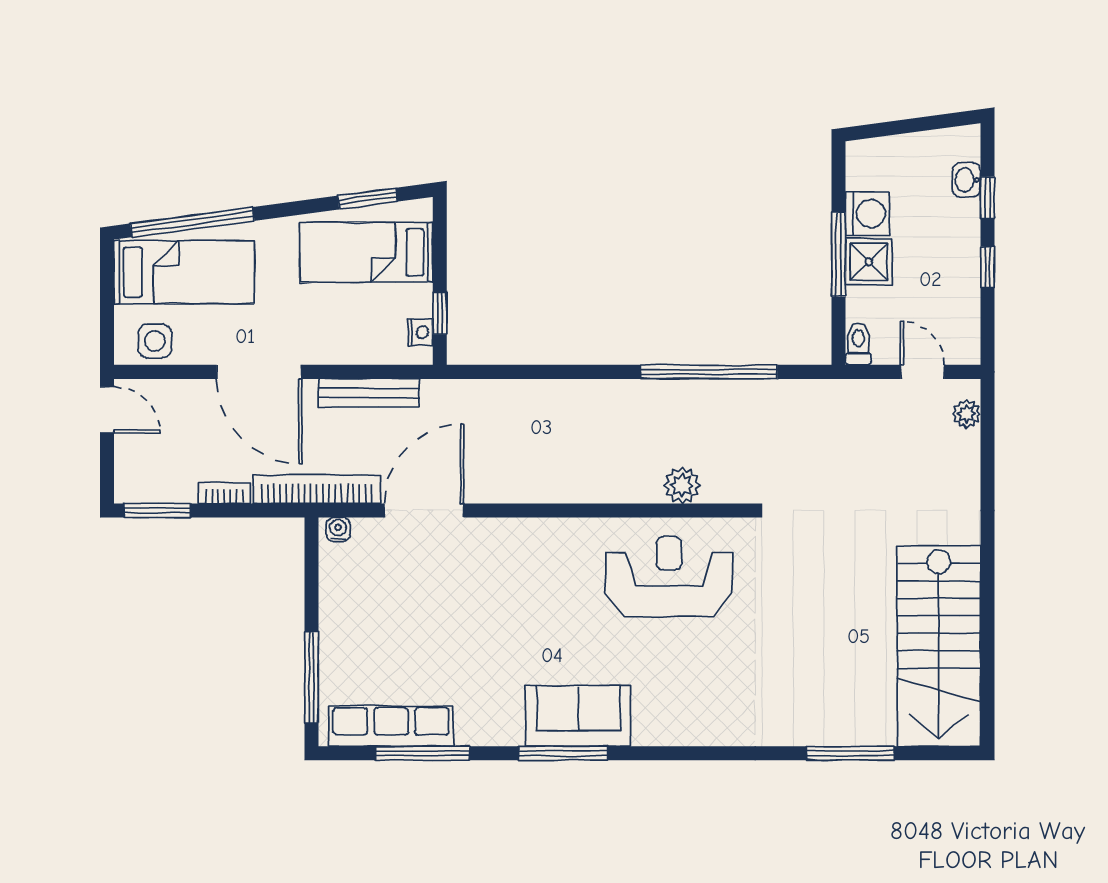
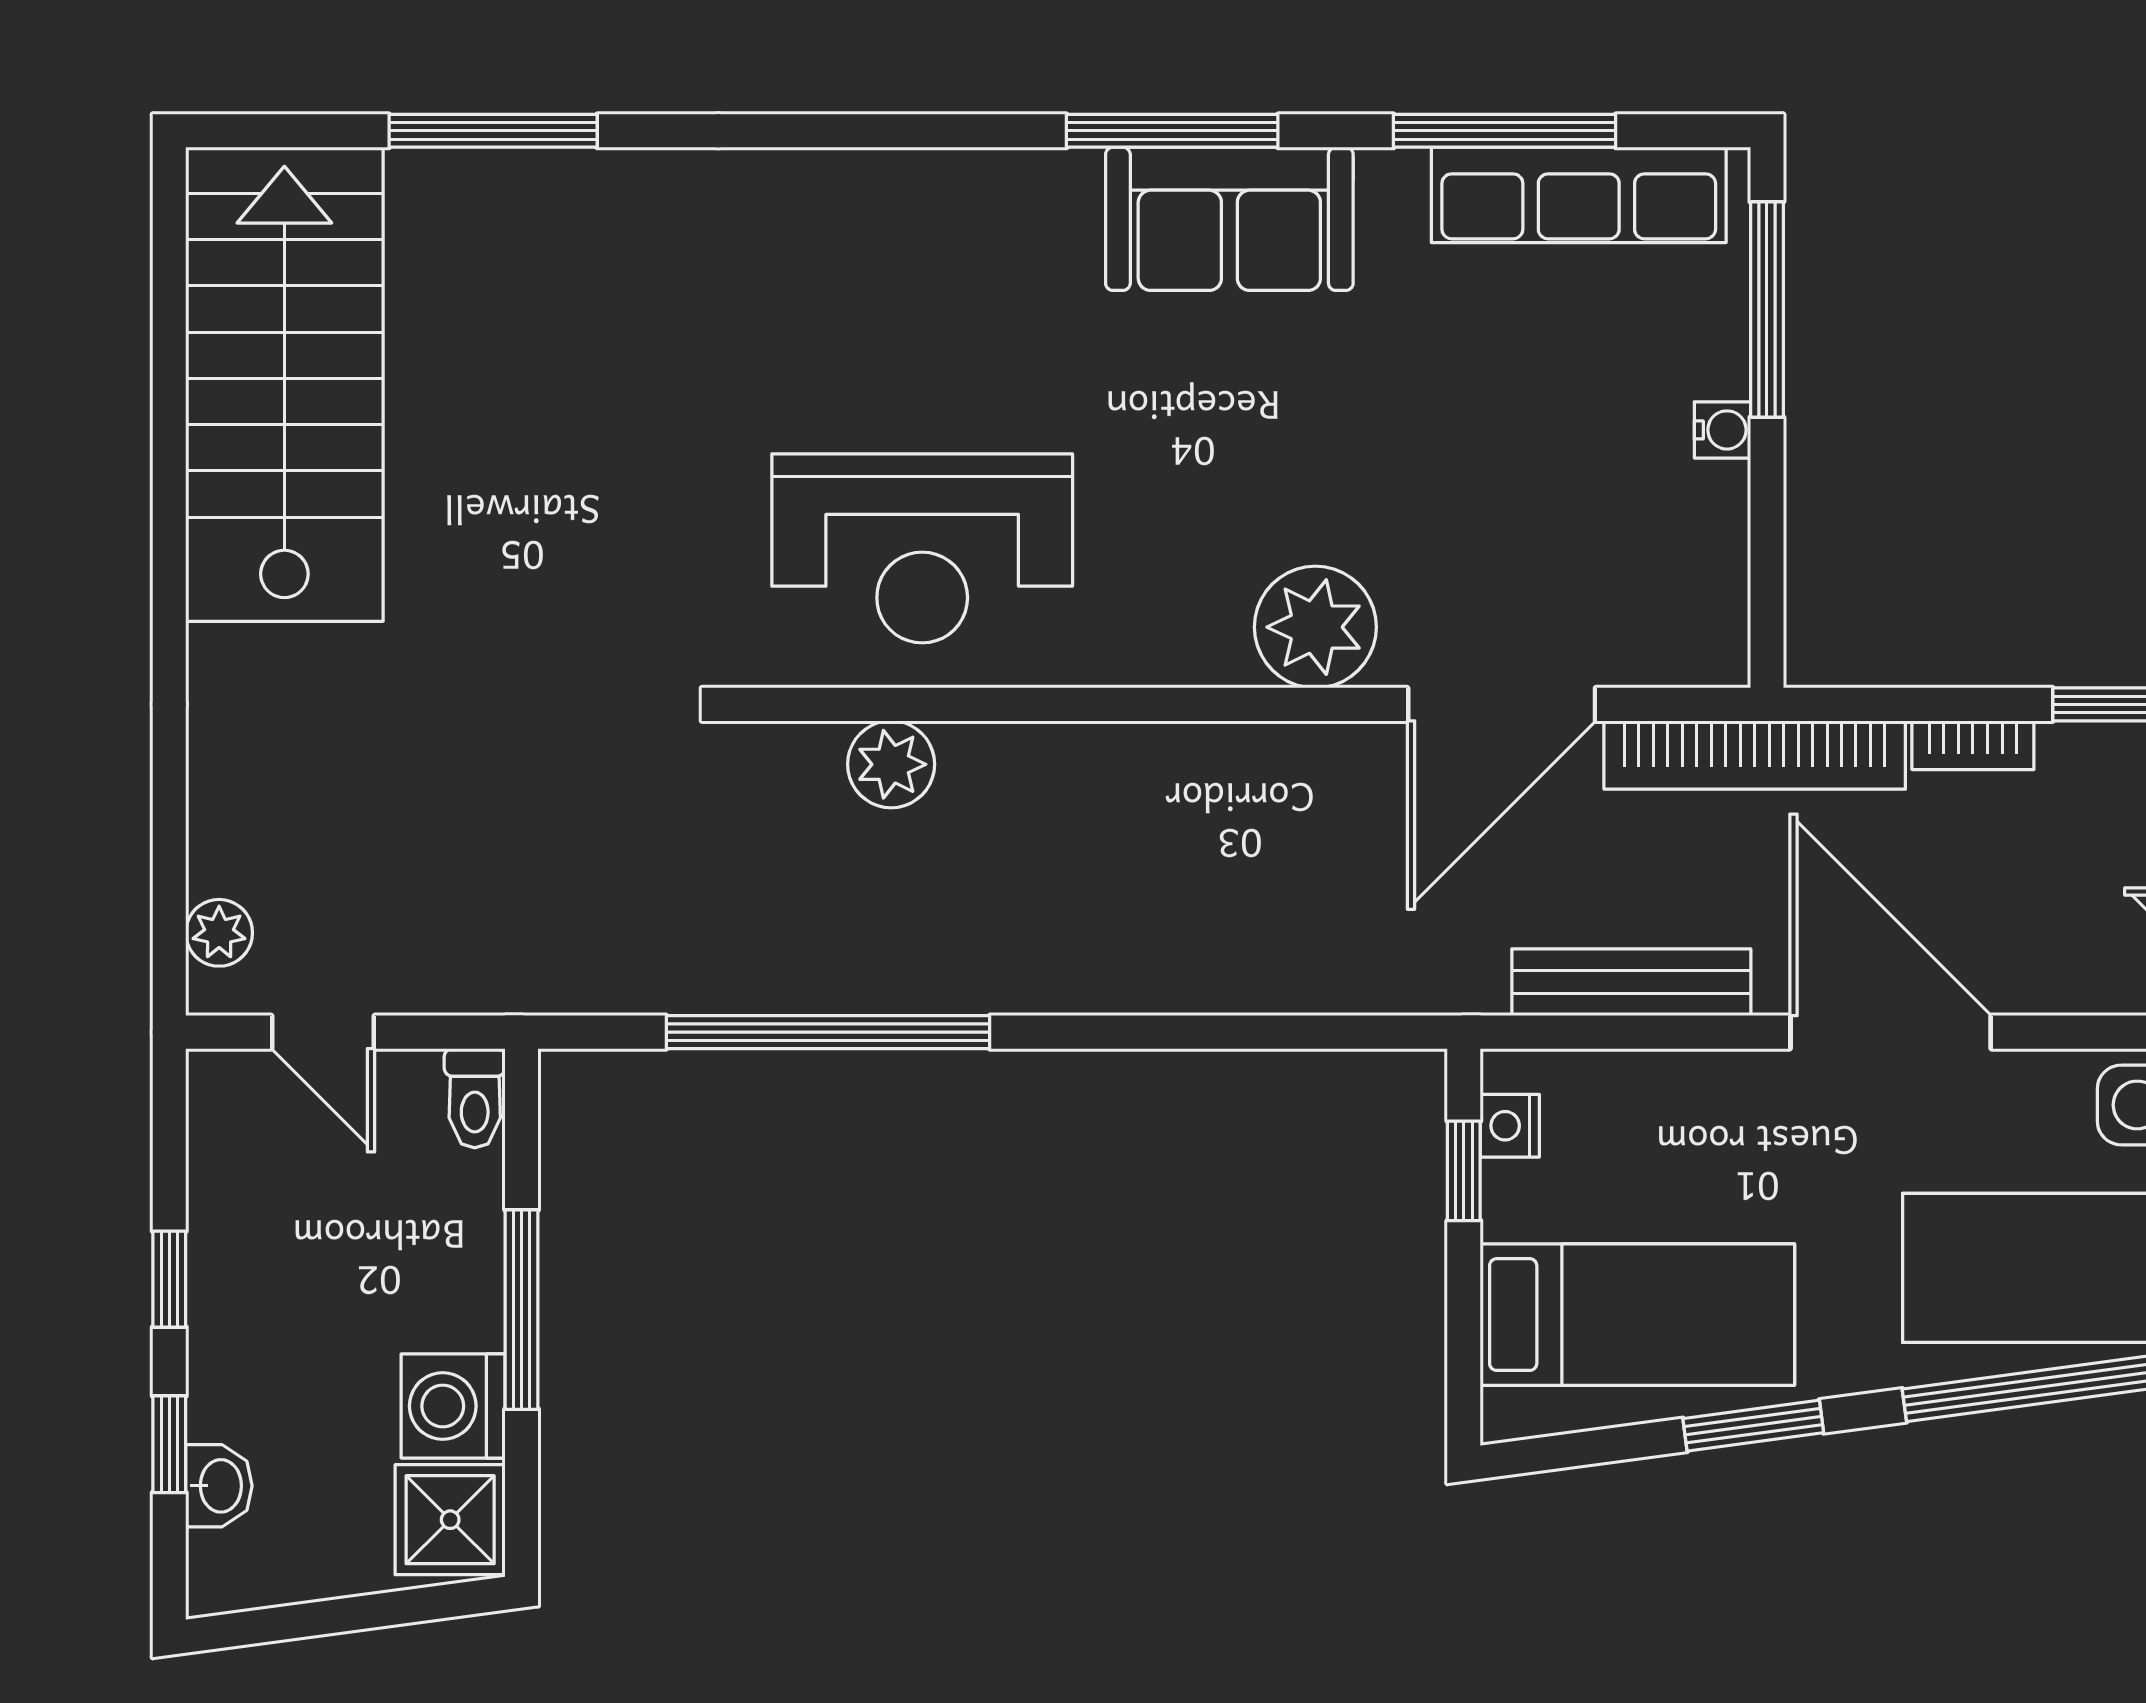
window: (367, 199) -> (1753, 1426), moved
shower: (869, 262) -> (450, 1520), moved
water cooler: (338, 529) -> (1722, 430), moved, turned -90
plant: (503, 543) -> (1315, 627), added
sofa: (578, 716) -> (1229, 219), moved

